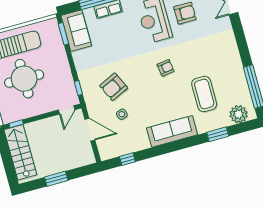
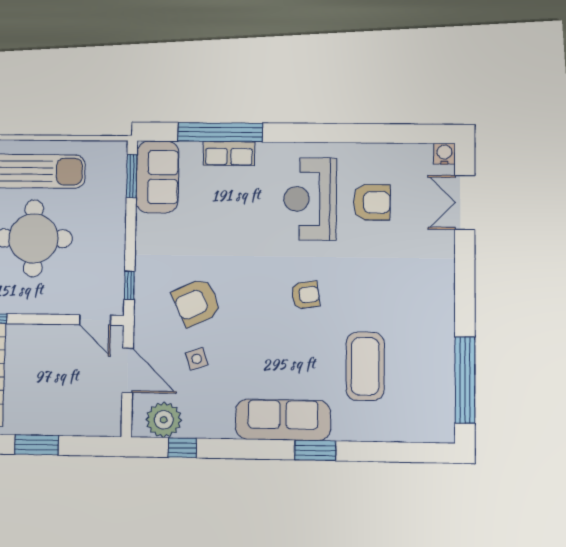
door: (67, 110) -> (95, 320), hinge flipped
plant: (239, 114) -> (164, 420), moved
window: (218, 134) -> (315, 450), moved

